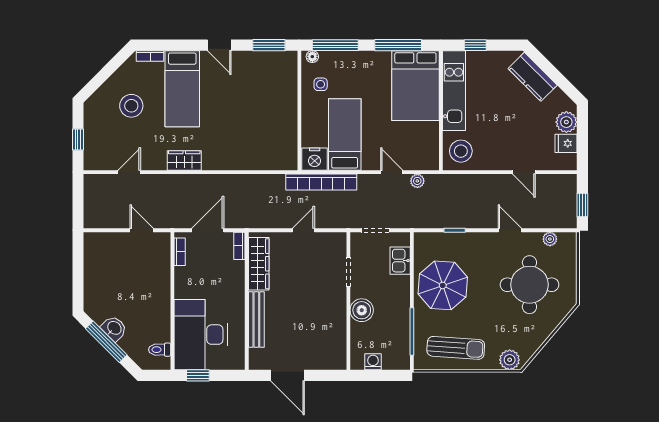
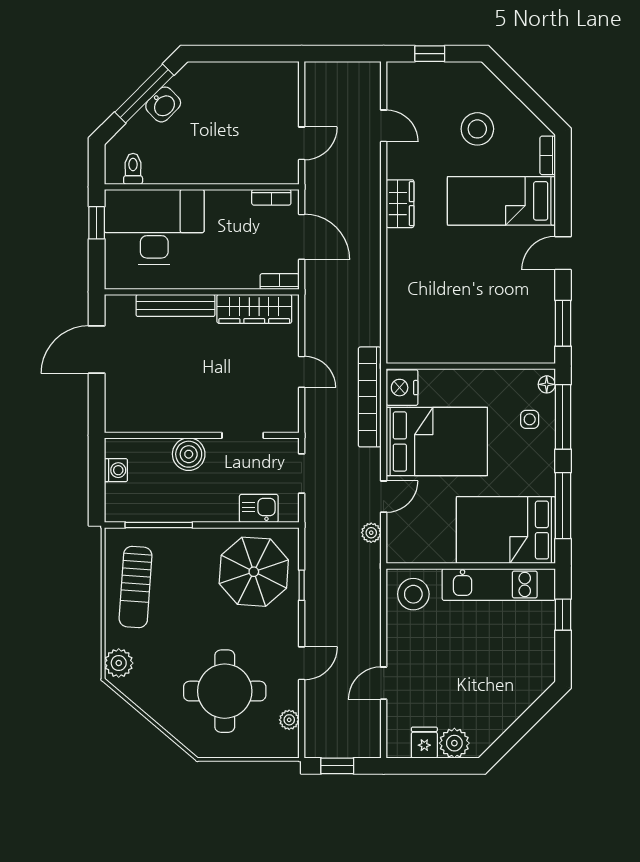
kitchen counter: (533, 77) -> (518, 696), removed
side table: (321, 84) -> (530, 419), moved
bed: (345, 134) -> (437, 442), width x1.50
parasol: (443, 285) -> (254, 572), moved

